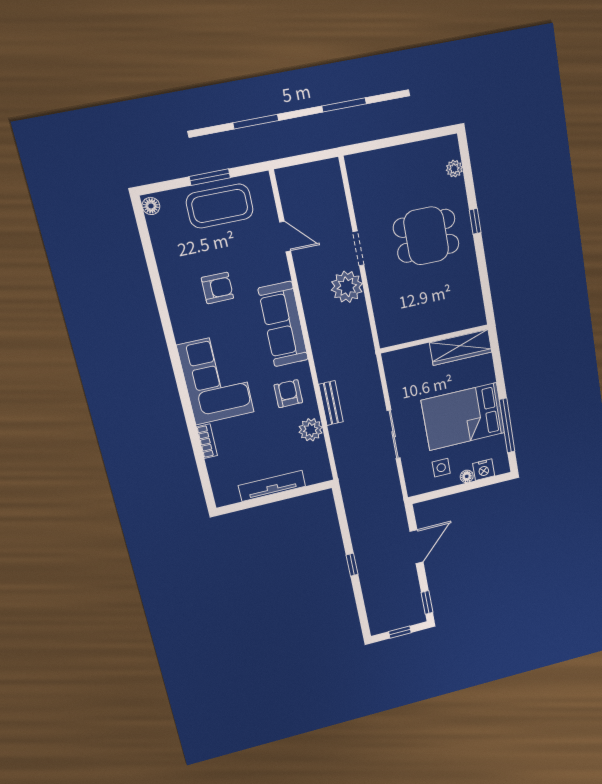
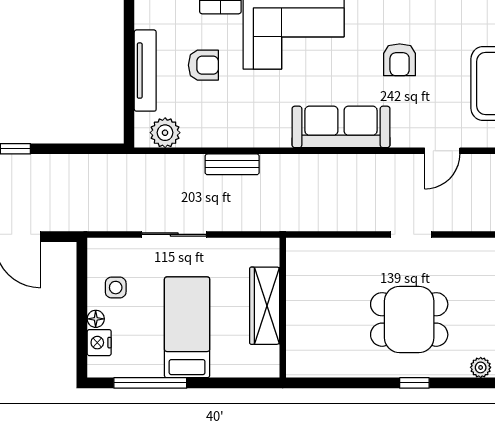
dining table: (426, 236) -> (409, 319), turned 90
plant: (347, 287) -> (369, 212), removed
wardrobe: (461, 347) -> (265, 306), moved
armchair: (288, 394) -> (203, 65), moved
bed: (463, 417) -> (187, 327), width x0.67
plant: (311, 430) -> (165, 133), moved

